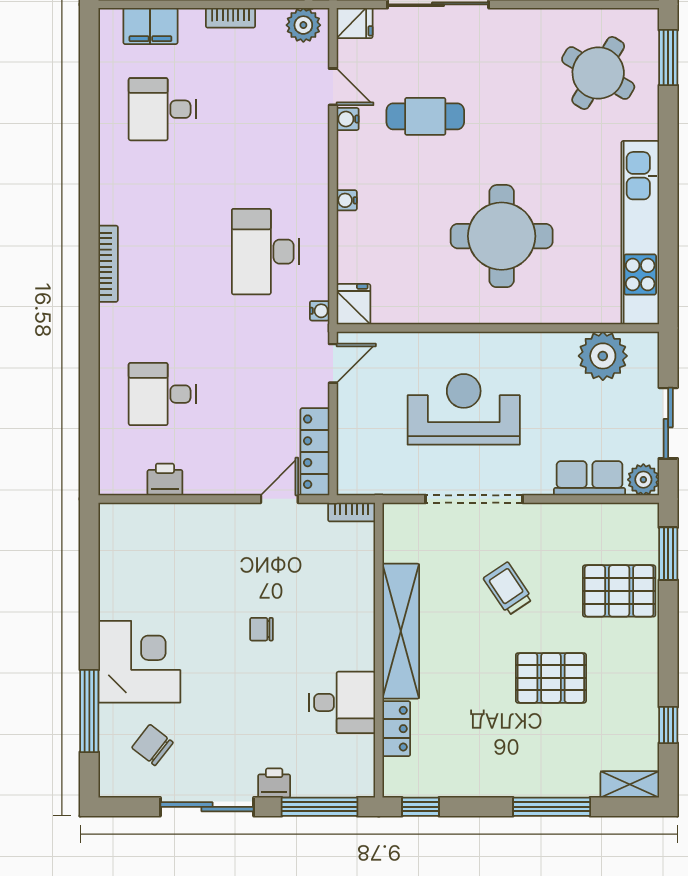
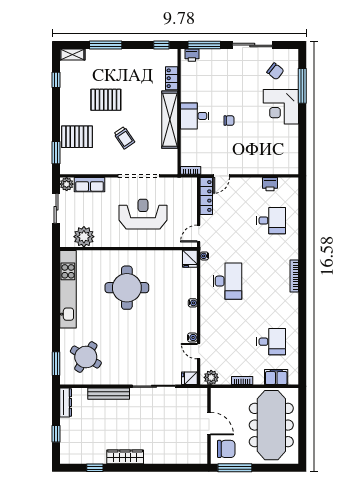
cafe table: (425, 116) -> (159, 339), removed
reception desk: (464, 409) -> (143, 214), turned 180
desk: (342, 702) -> (195, 116), moved
printer: (274, 783) -> (192, 55), moved

